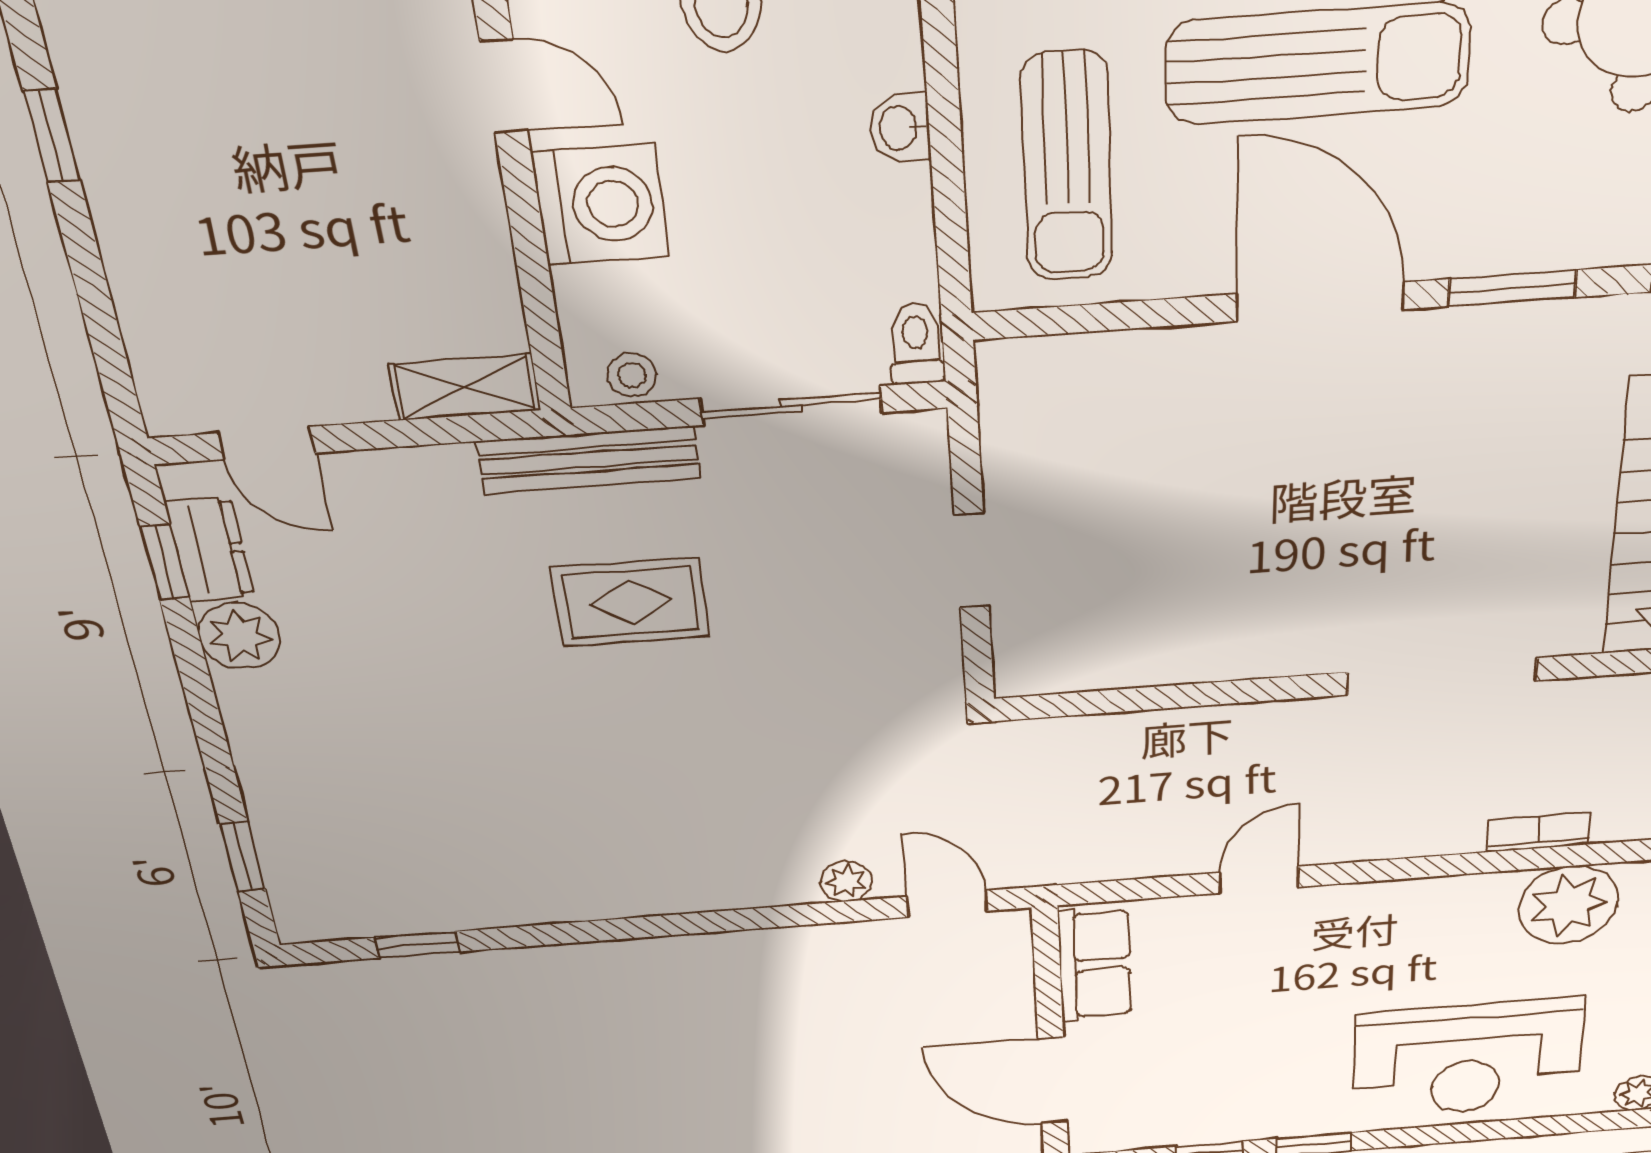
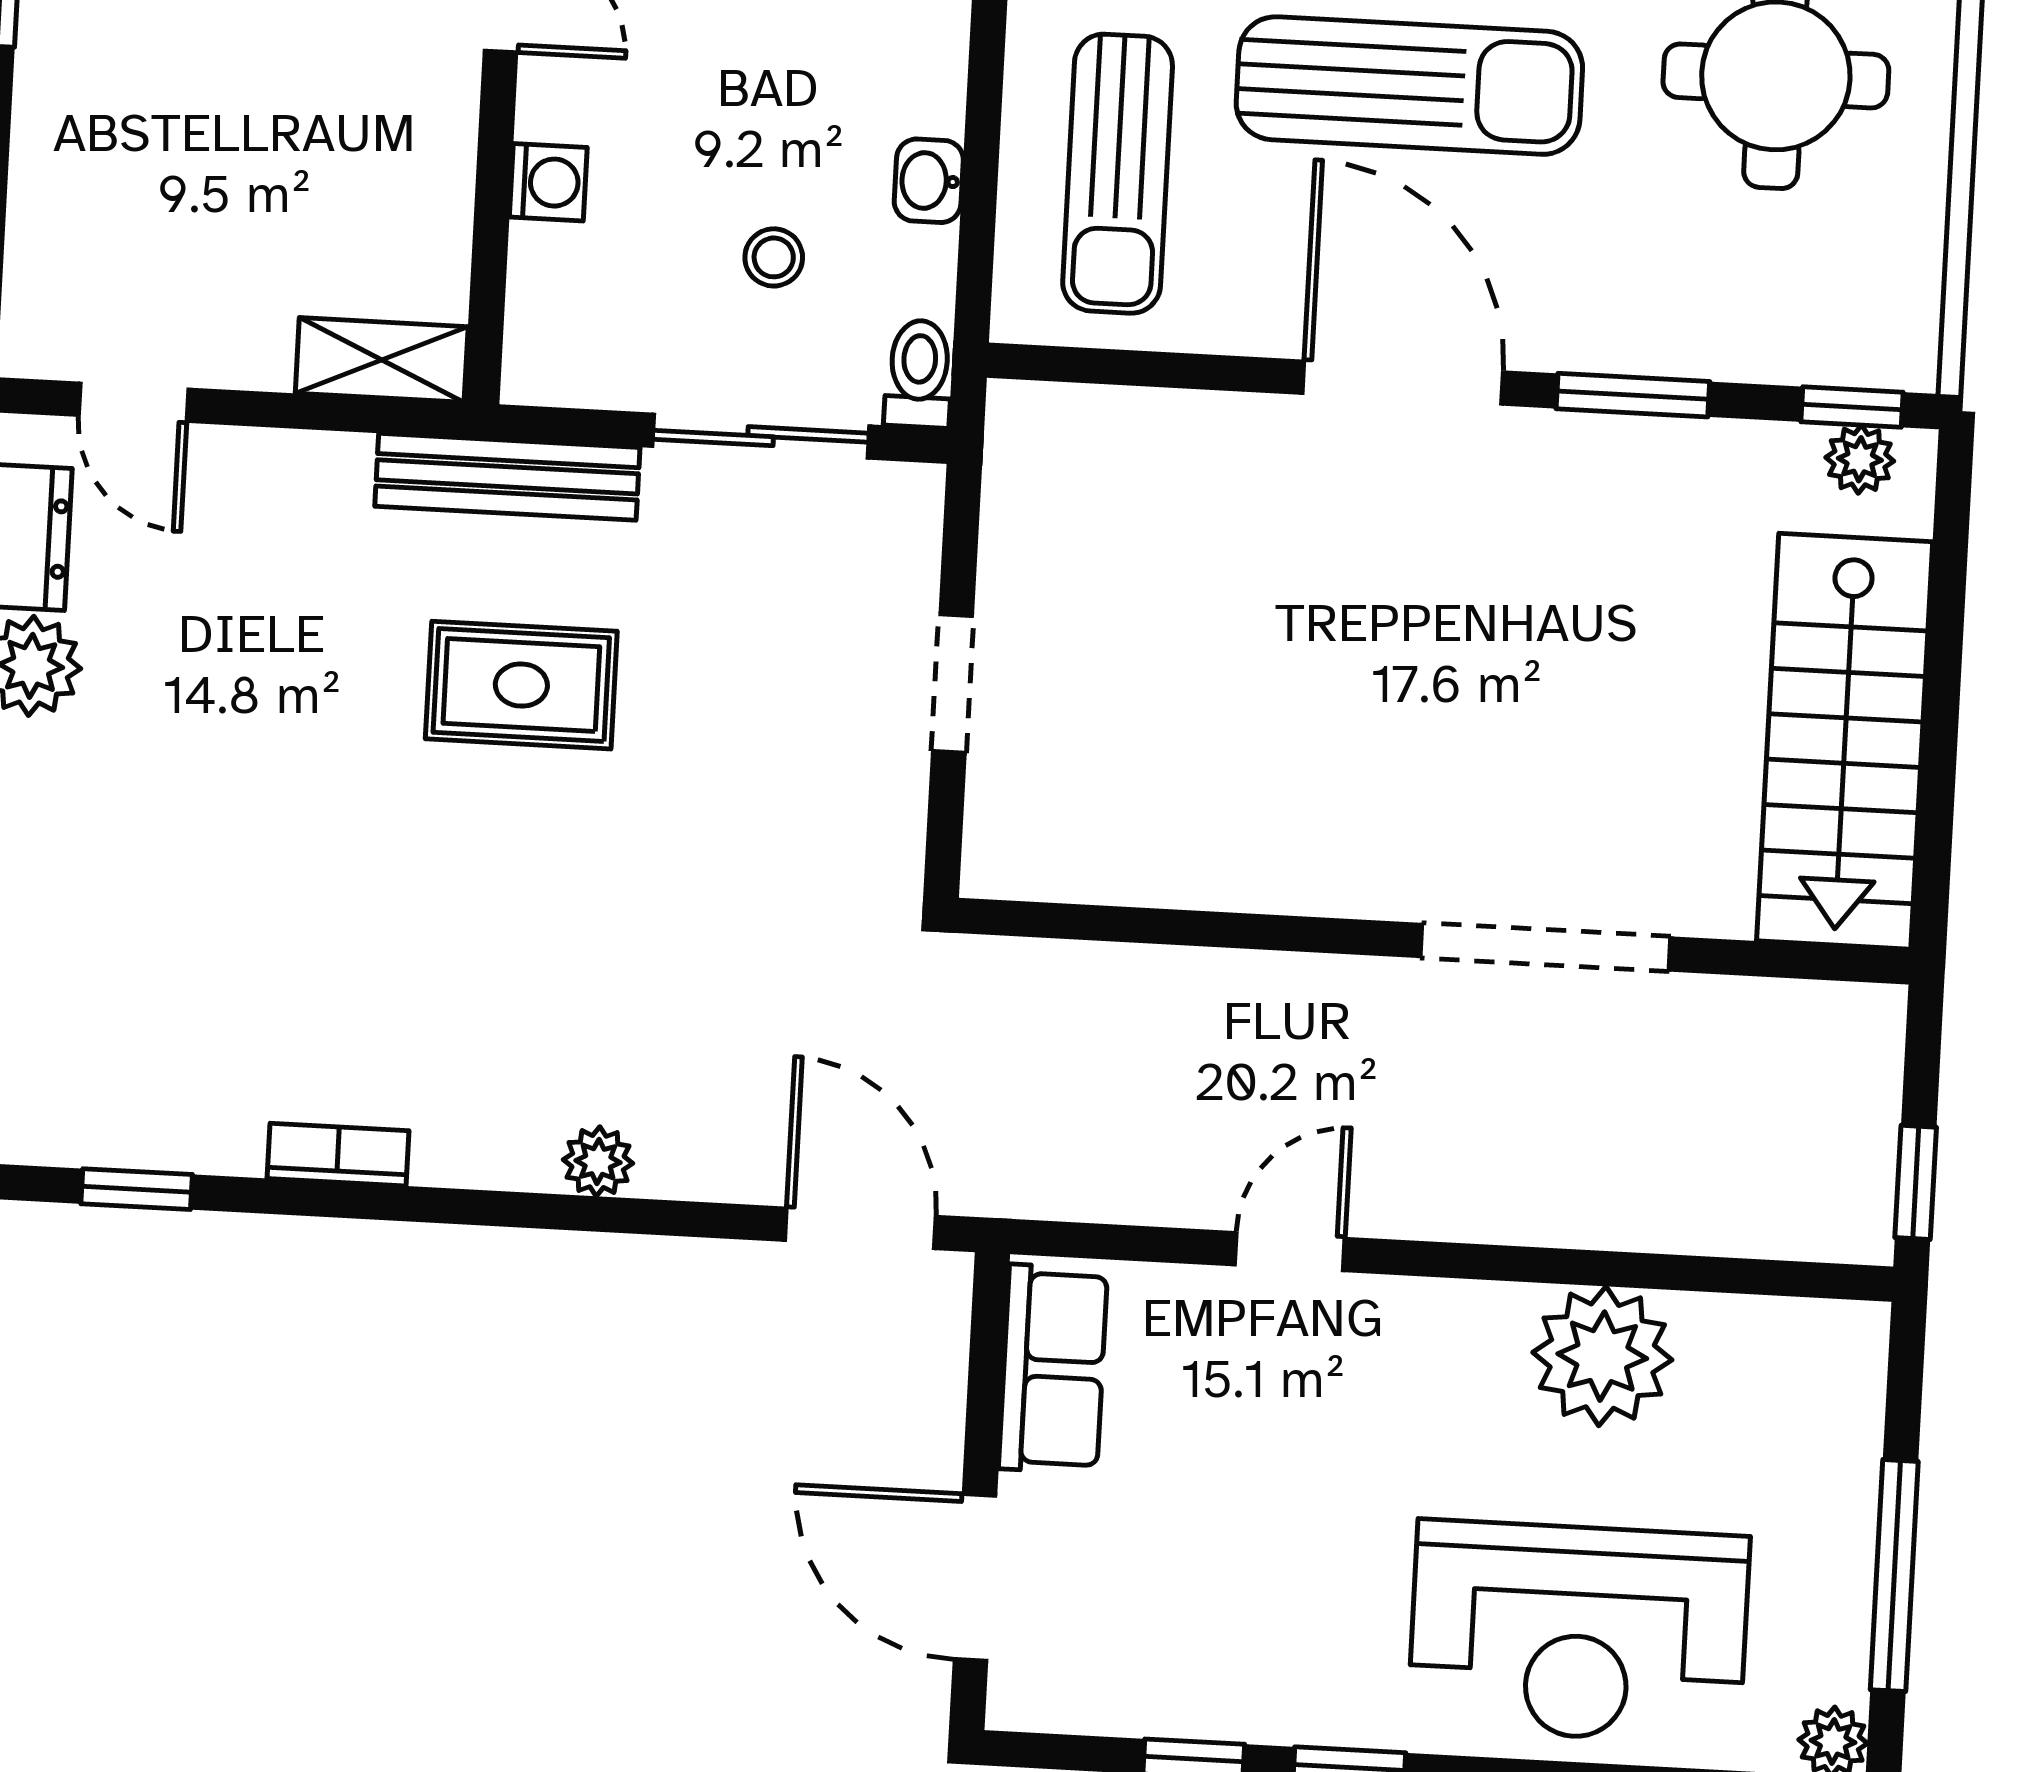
washbasin: (900, 128) -> (929, 181), moved
washing machine: (600, 205) -> (548, 182), width x0.53, depth x0.53
stool: (632, 375) -> (774, 257), moved
bookcase: (1539, 832) -> (338, 1155), moved
plant: (846, 881) -> (598, 1162), moved
door: (947, 904) -> (860, 1228), width x1.38
plant: (1568, 905) -> (1602, 1356), moved

